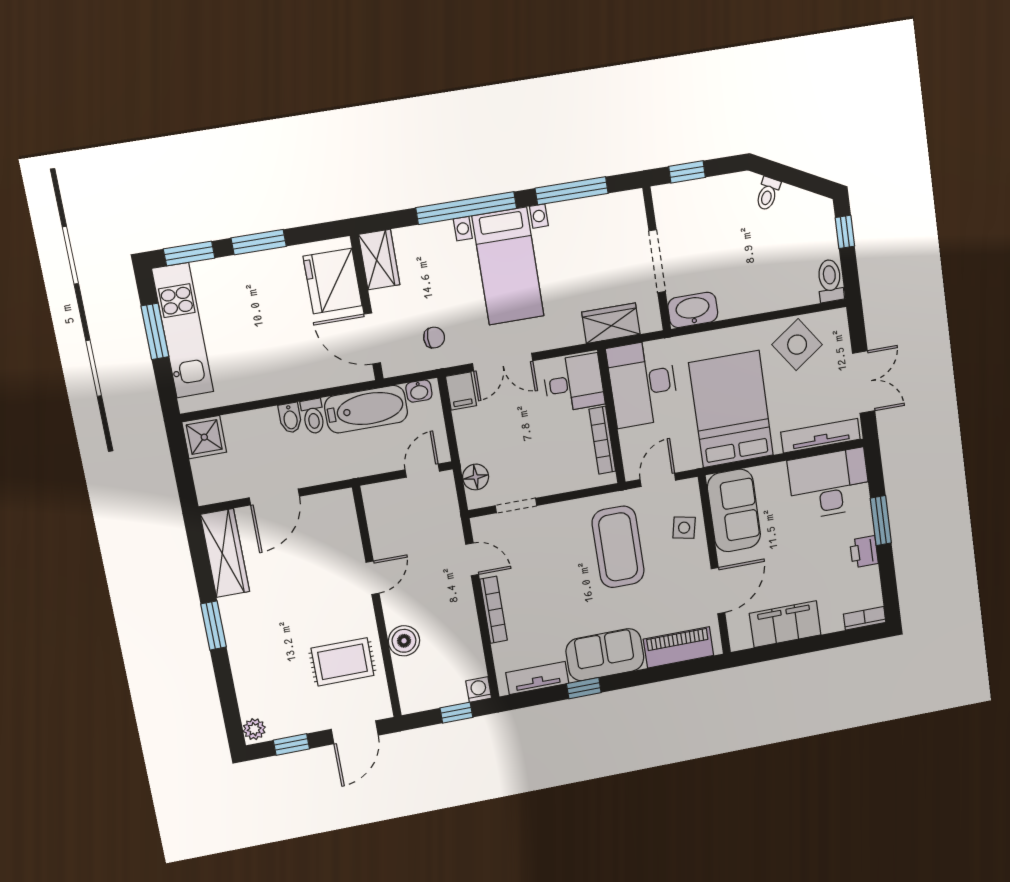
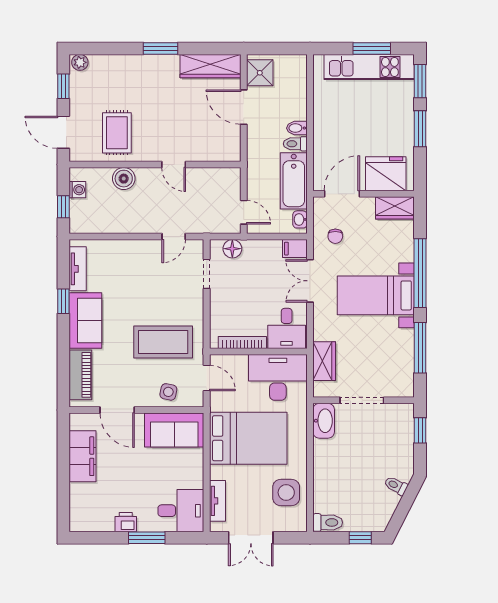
side table: (797, 345) -> (286, 492), turned 35
tv unit: (821, 436) -> (217, 501), width x0.71
shower: (204, 437) -> (260, 73), moved
desk: (829, 484) -> (181, 511), width x0.73
bookcase: (494, 610) -> (134, 246), removed
bookcase: (865, 618) -> (75, 516), removed
washing machine: (479, 690) -> (77, 190), moved

